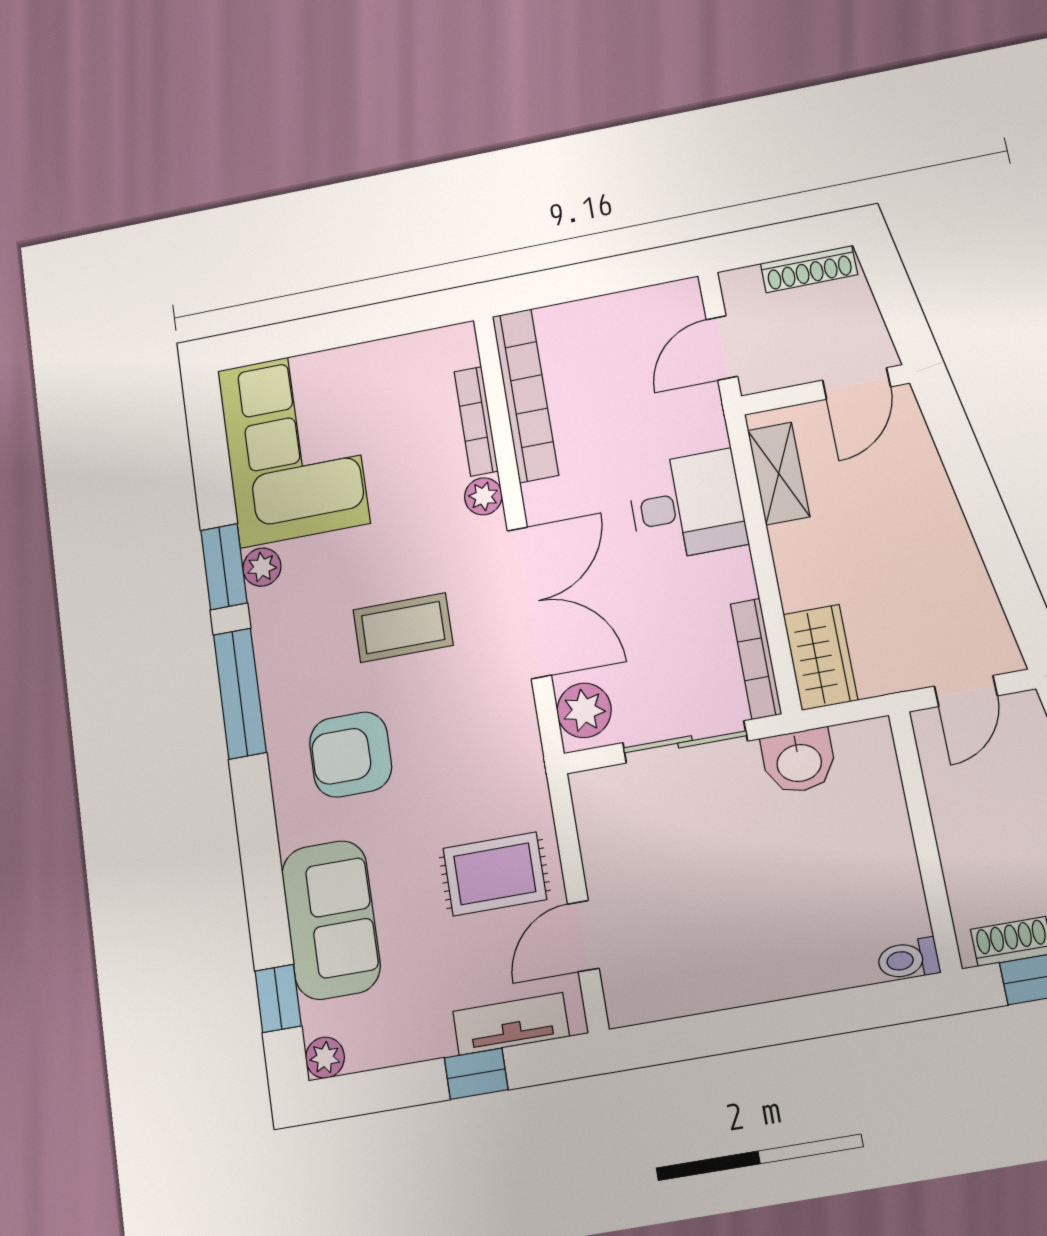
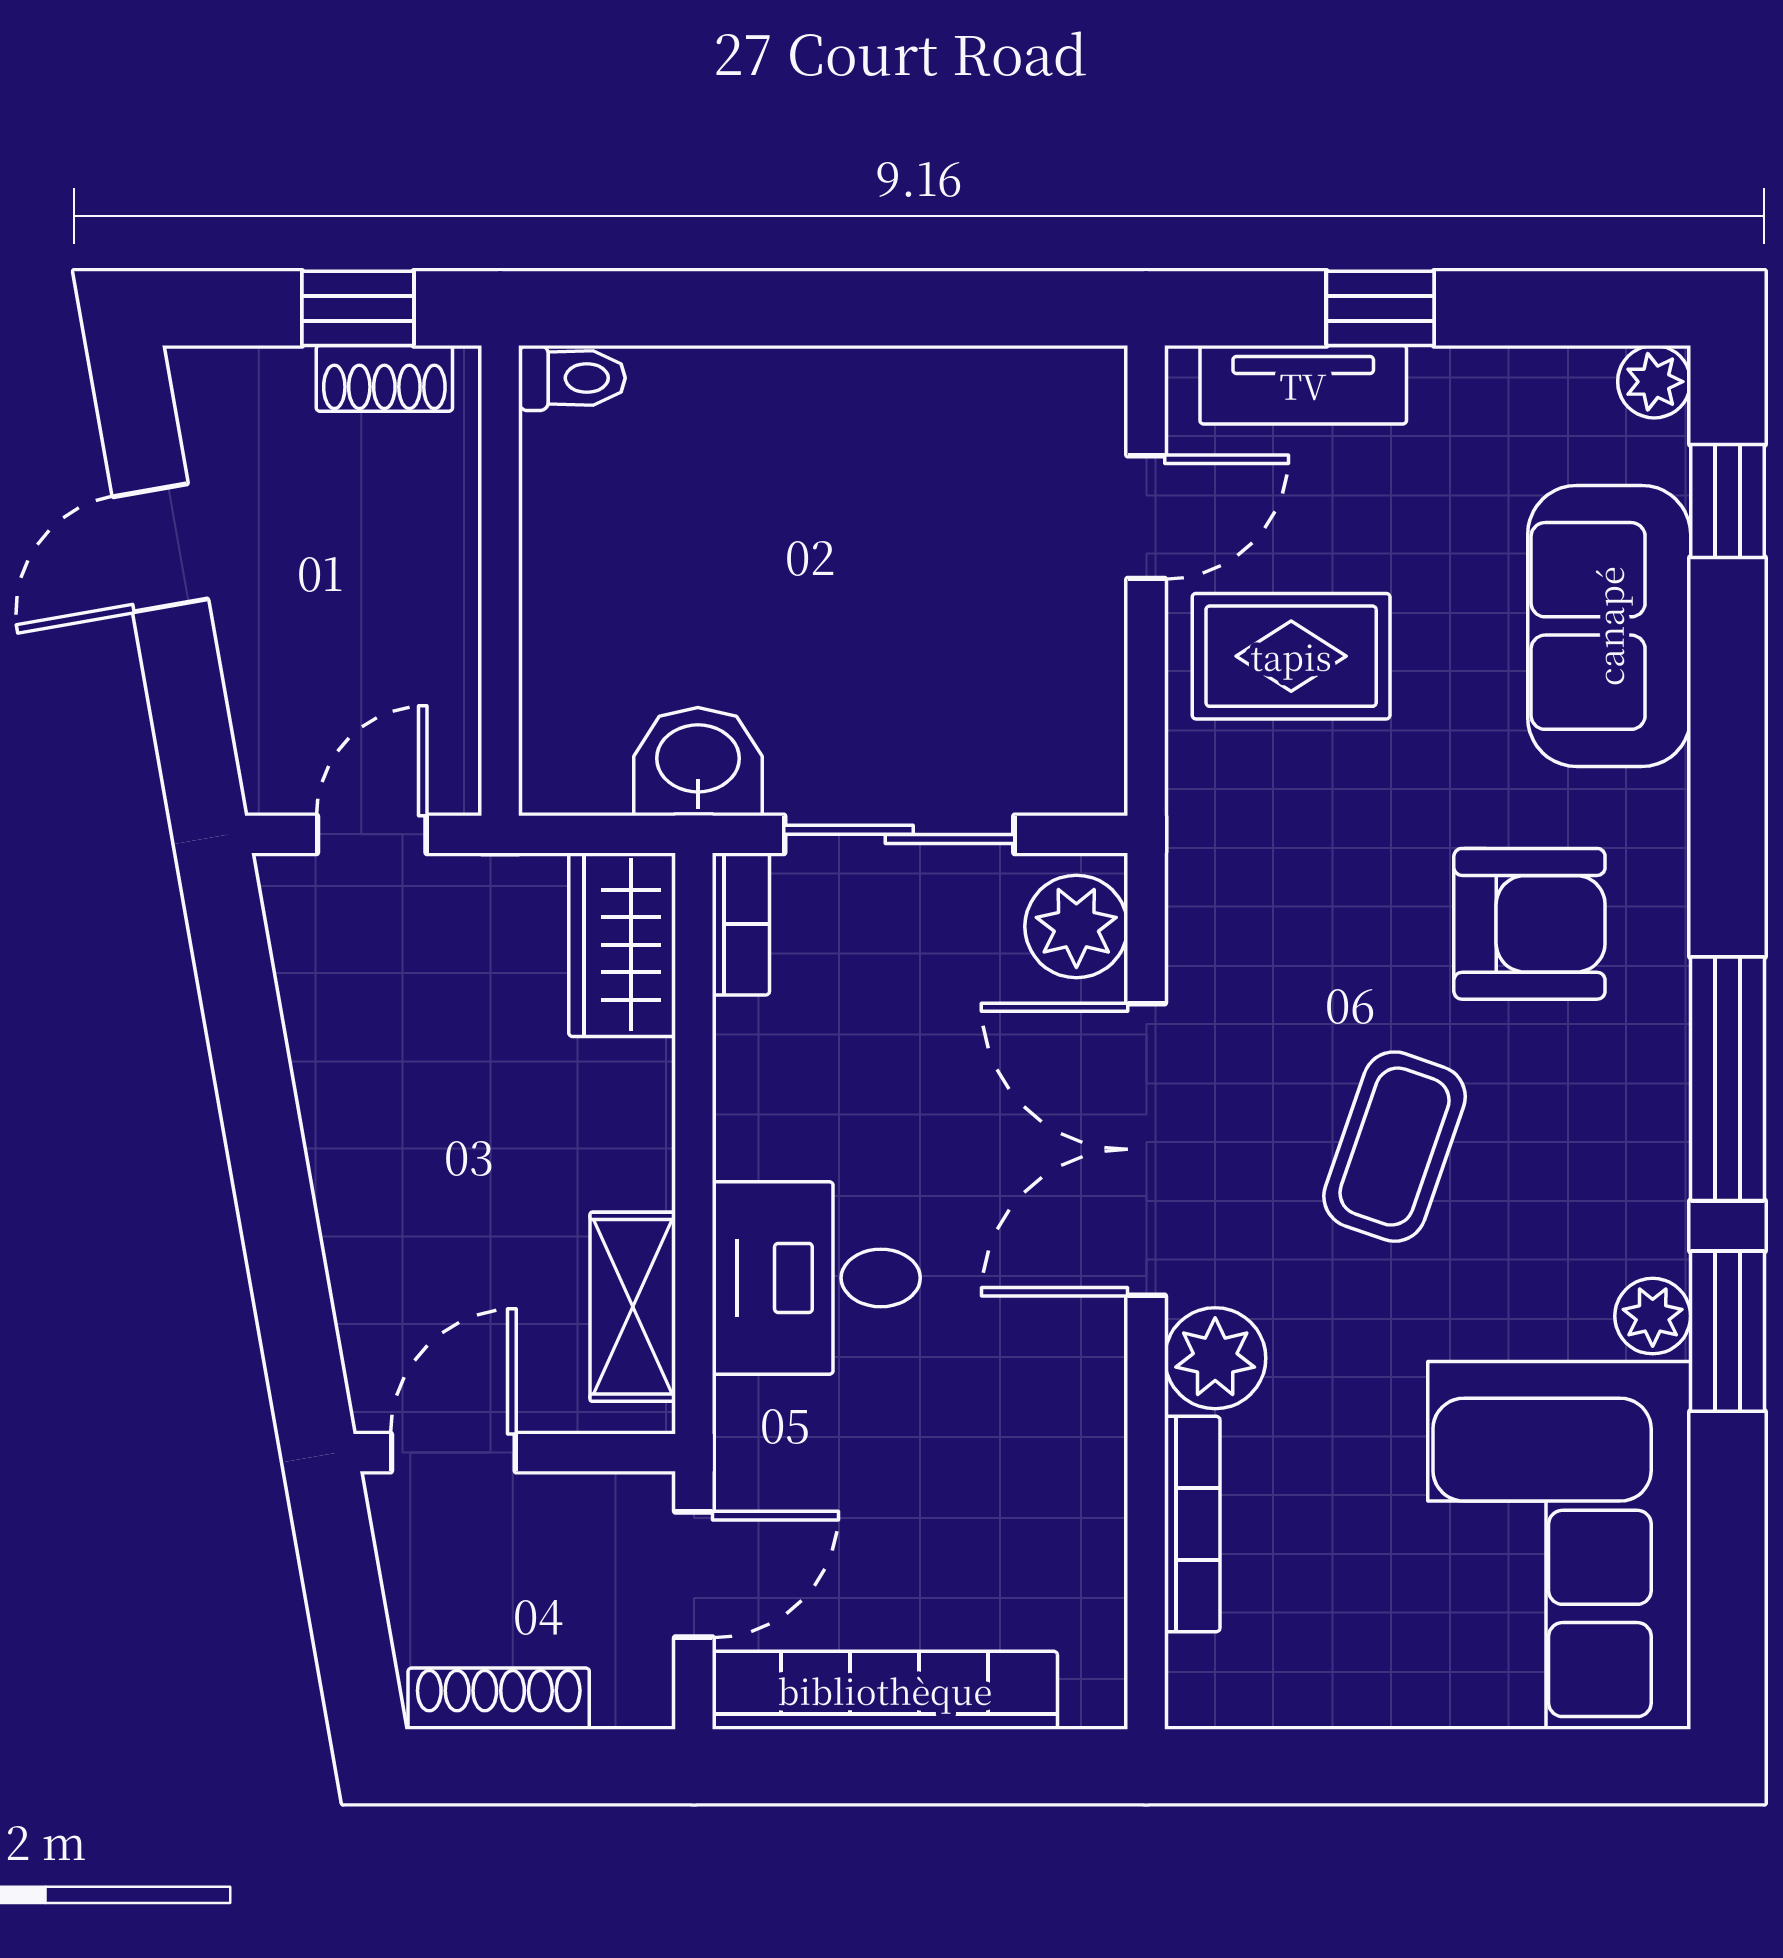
bookcase: (525, 395) -> (885, 1690), moved, turned 90
plant: (483, 496) -> (1215, 1358), width x1.38, depth x1.38
coffee table: (403, 628) -> (1395, 1147), turned -71
bookcase: (756, 659) -> (741, 924), width x0.64

